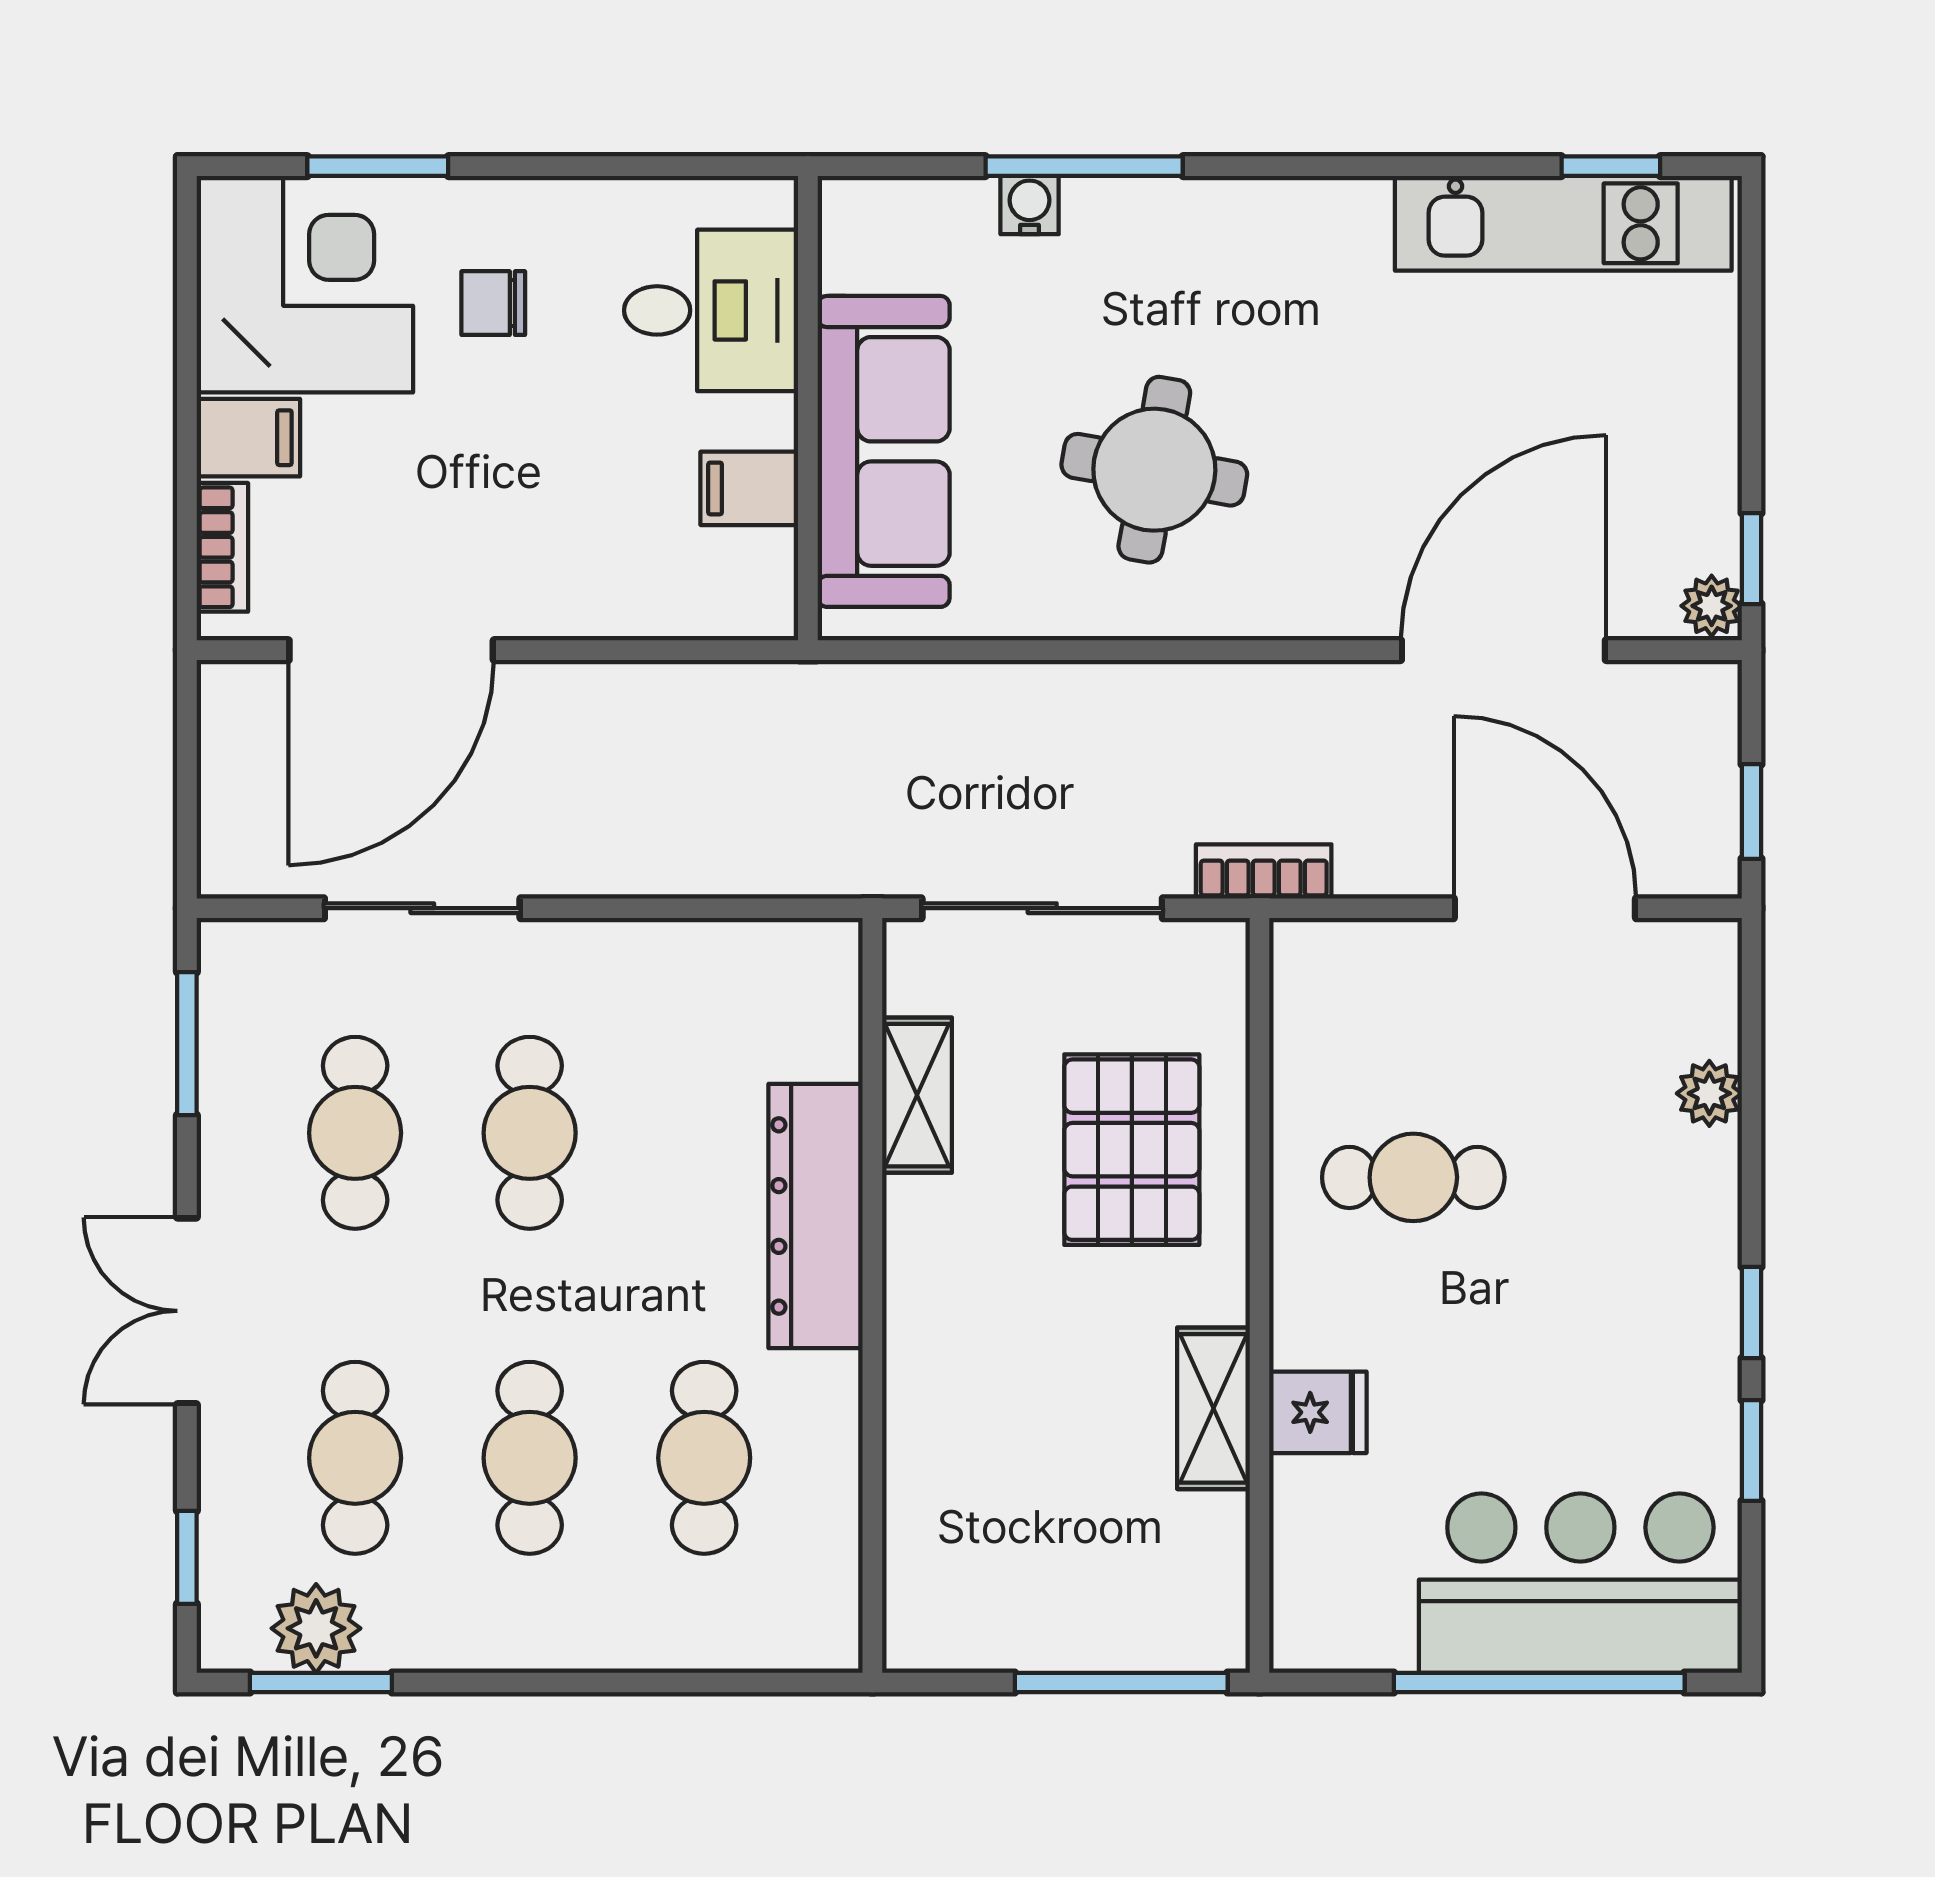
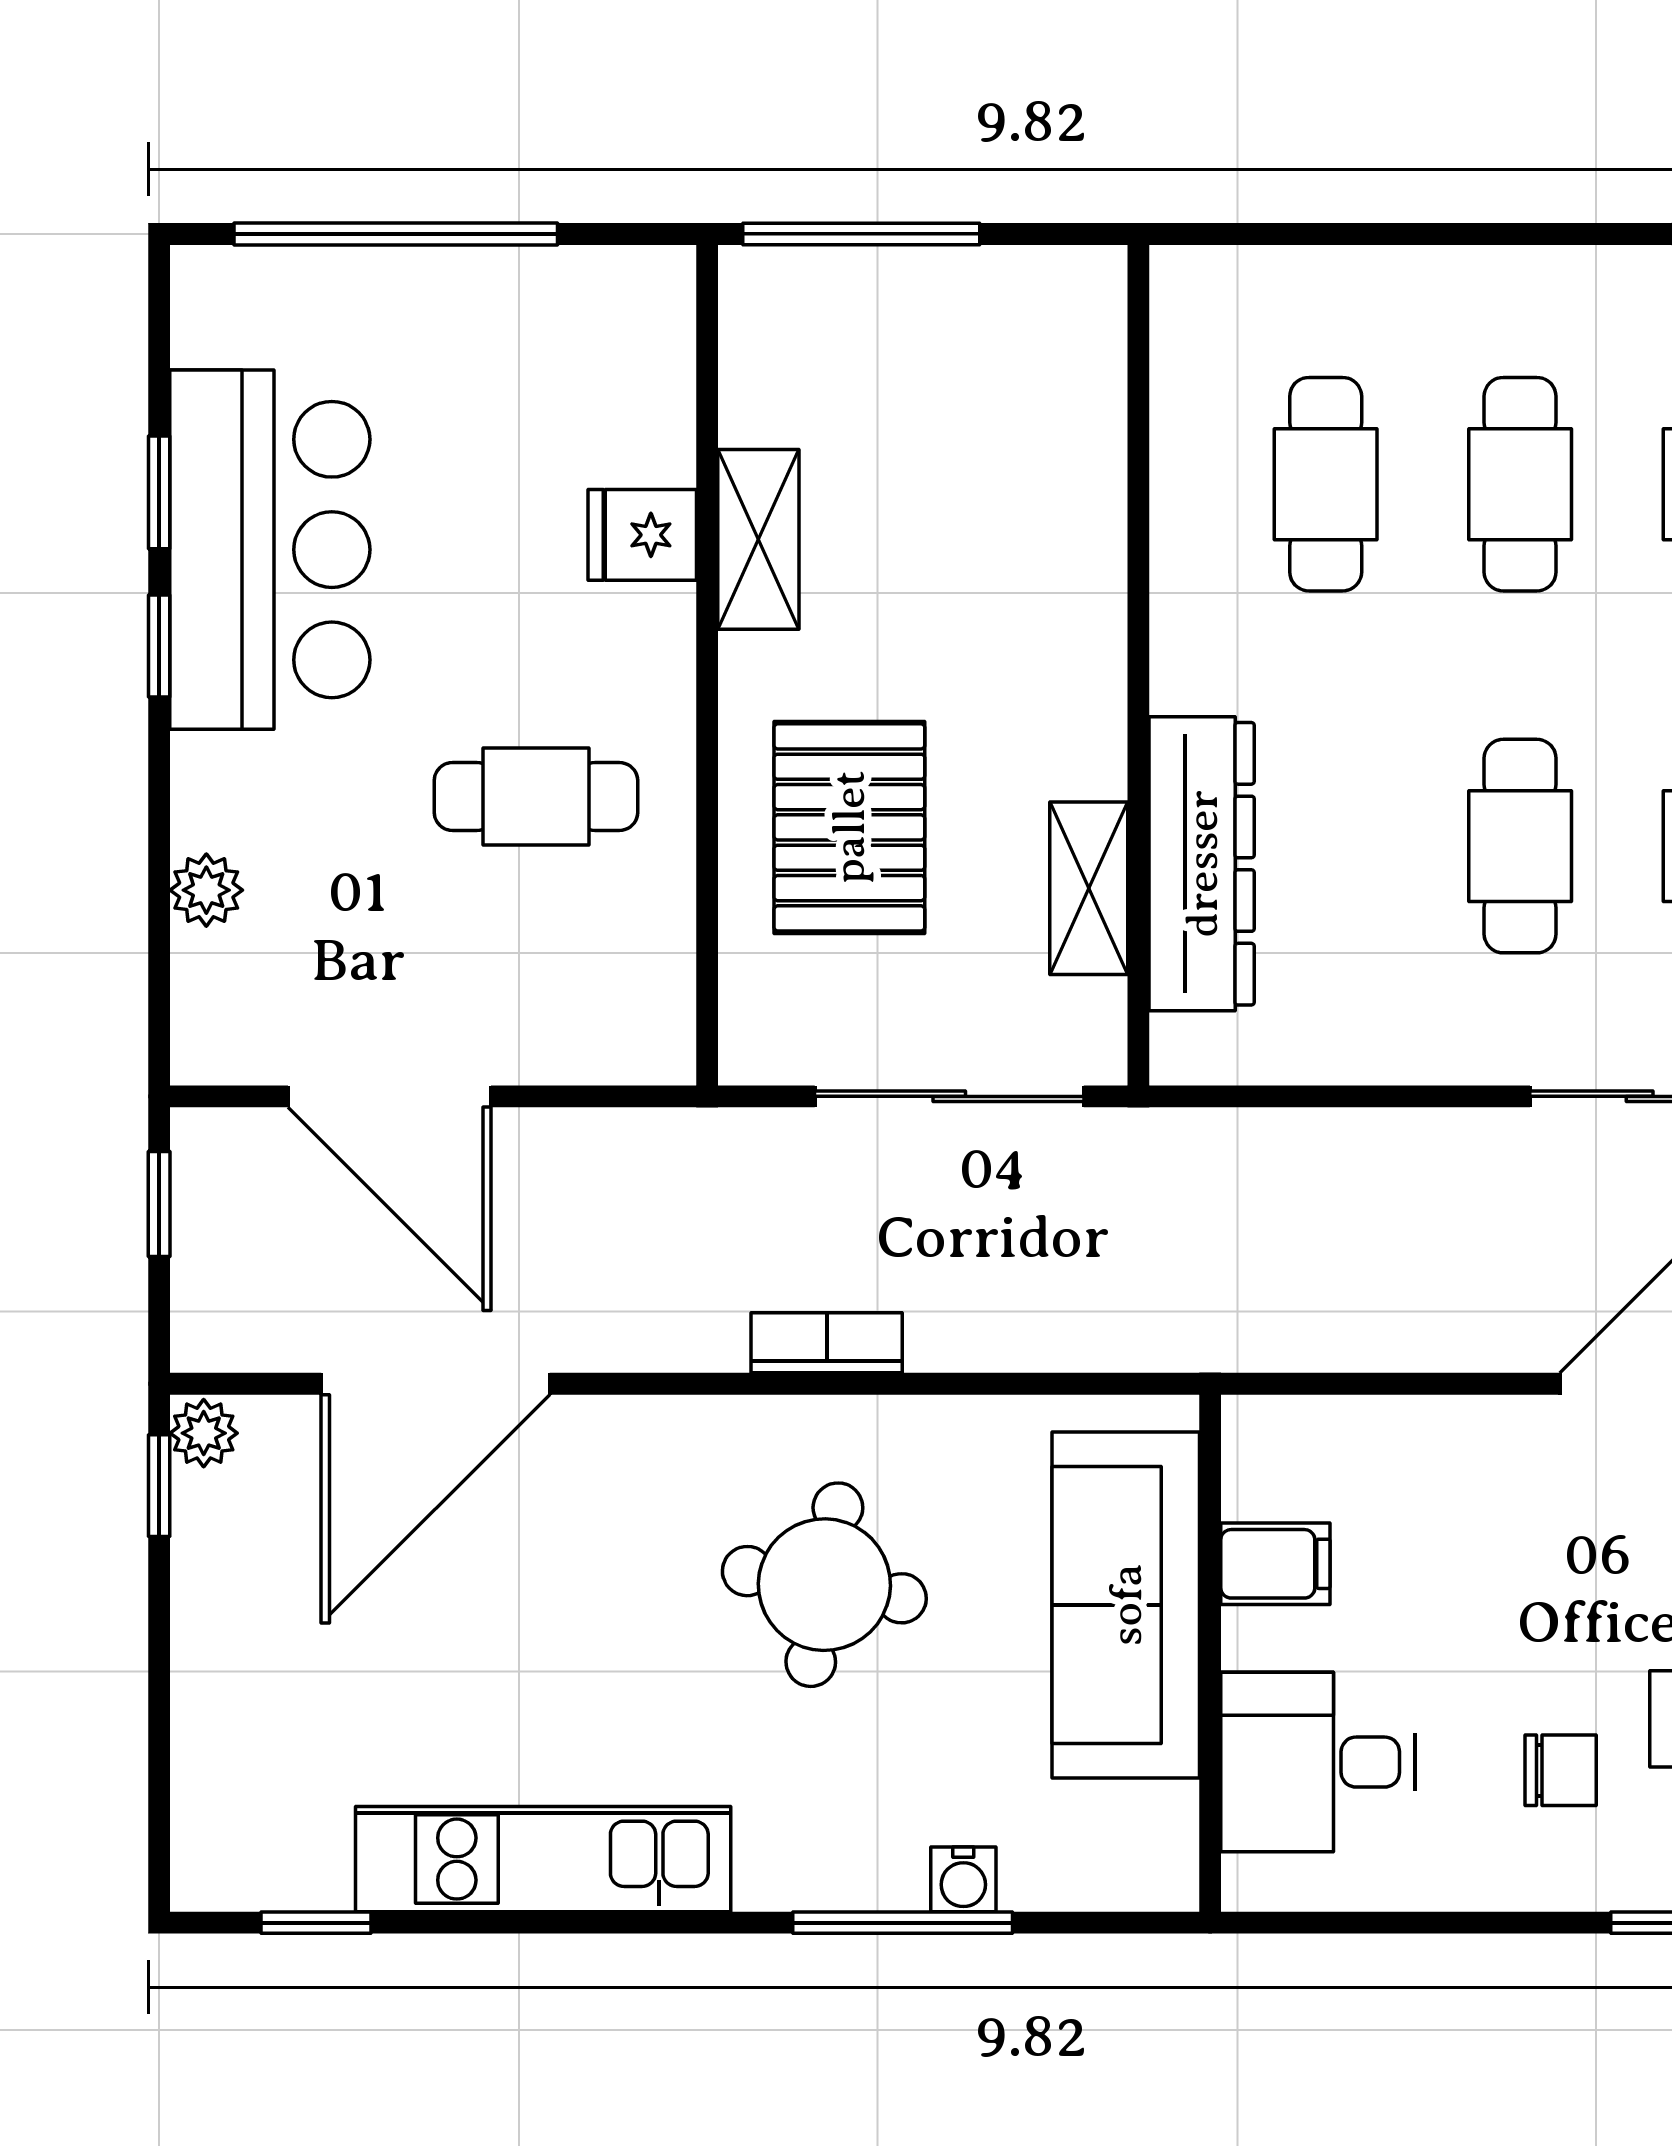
kitchen unit: (1563, 223) -> (543, 1859), moved
bookcase: (1264, 871) -> (827, 1343), moved, turned 180
dresser: (816, 1216) -> (1202, 864), moved
bar counter: (1580, 1583) -> (270, 550), moved, turned -90

